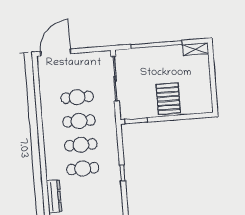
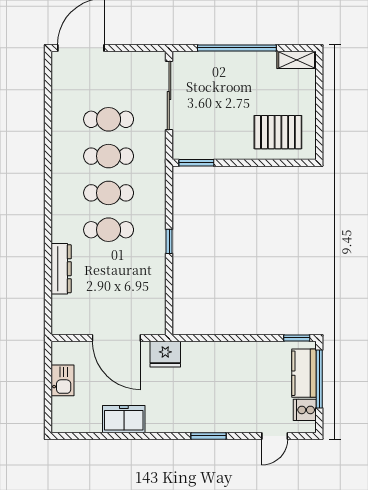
pallet: (168, 99) -> (278, 132), moved, turned 90

